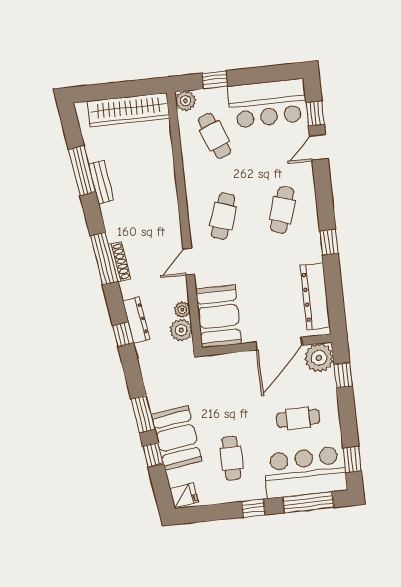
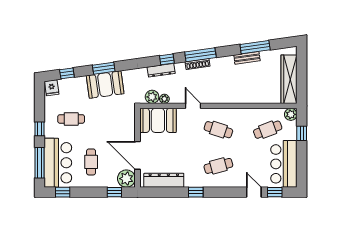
cafe table: (282, 210) -> (218, 166), turned -33
window: (123, 334) -> (167, 59), moved
booth: (177, 438) -> (105, 85), moved
window: (153, 455) -> (67, 73), moved

